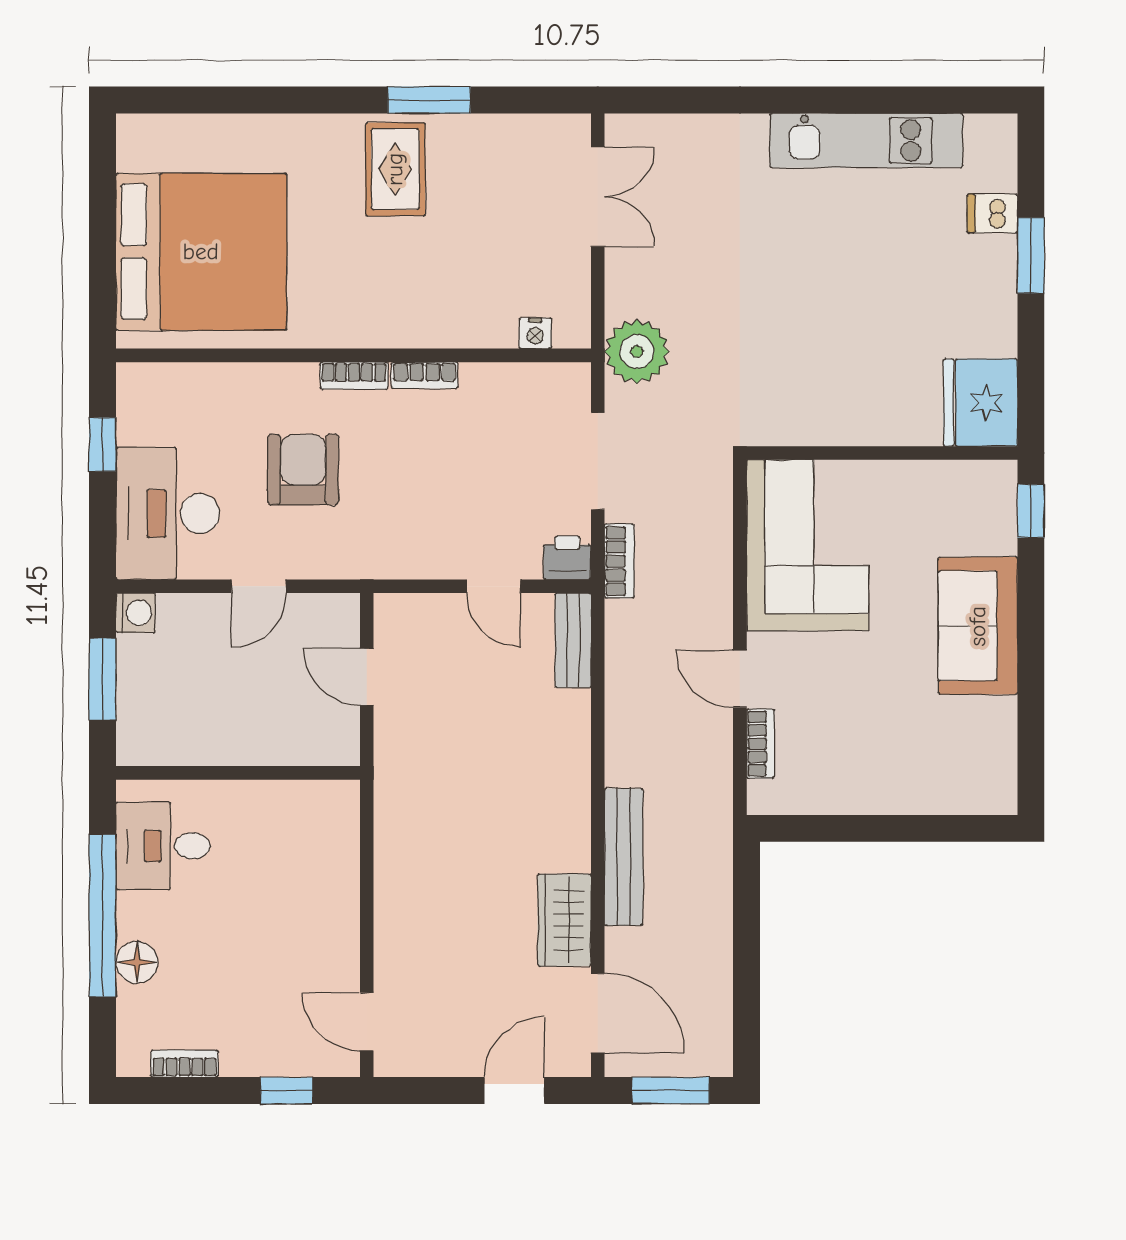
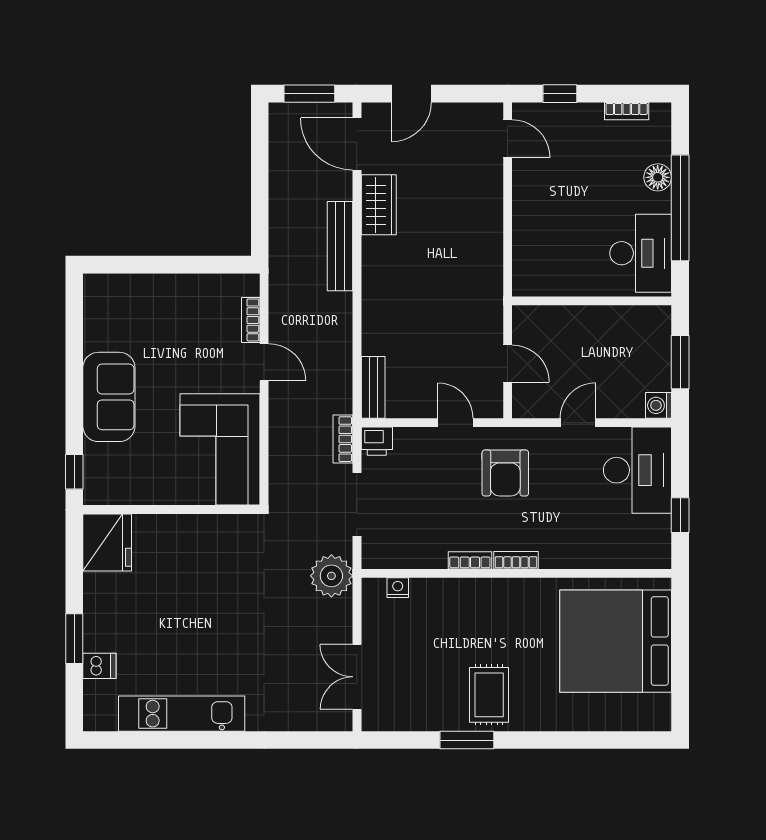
armchair: (303, 469) -> (505, 473), moved
door: (494, 586) -> (456, 423), moved
desk: (163, 846) -> (641, 253), width x1.37

